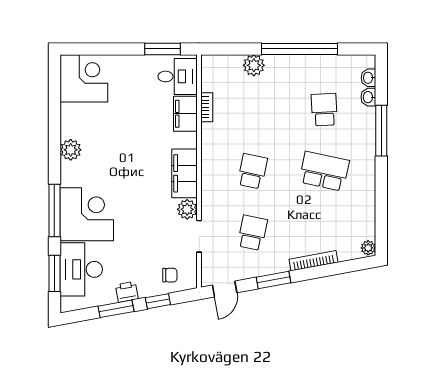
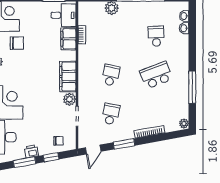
chair: (104, 121) -> (17, 43), added
window: (381, 131) -> (192, 87), moved
school desk: (324, 171) -> (156, 75), turned -33

